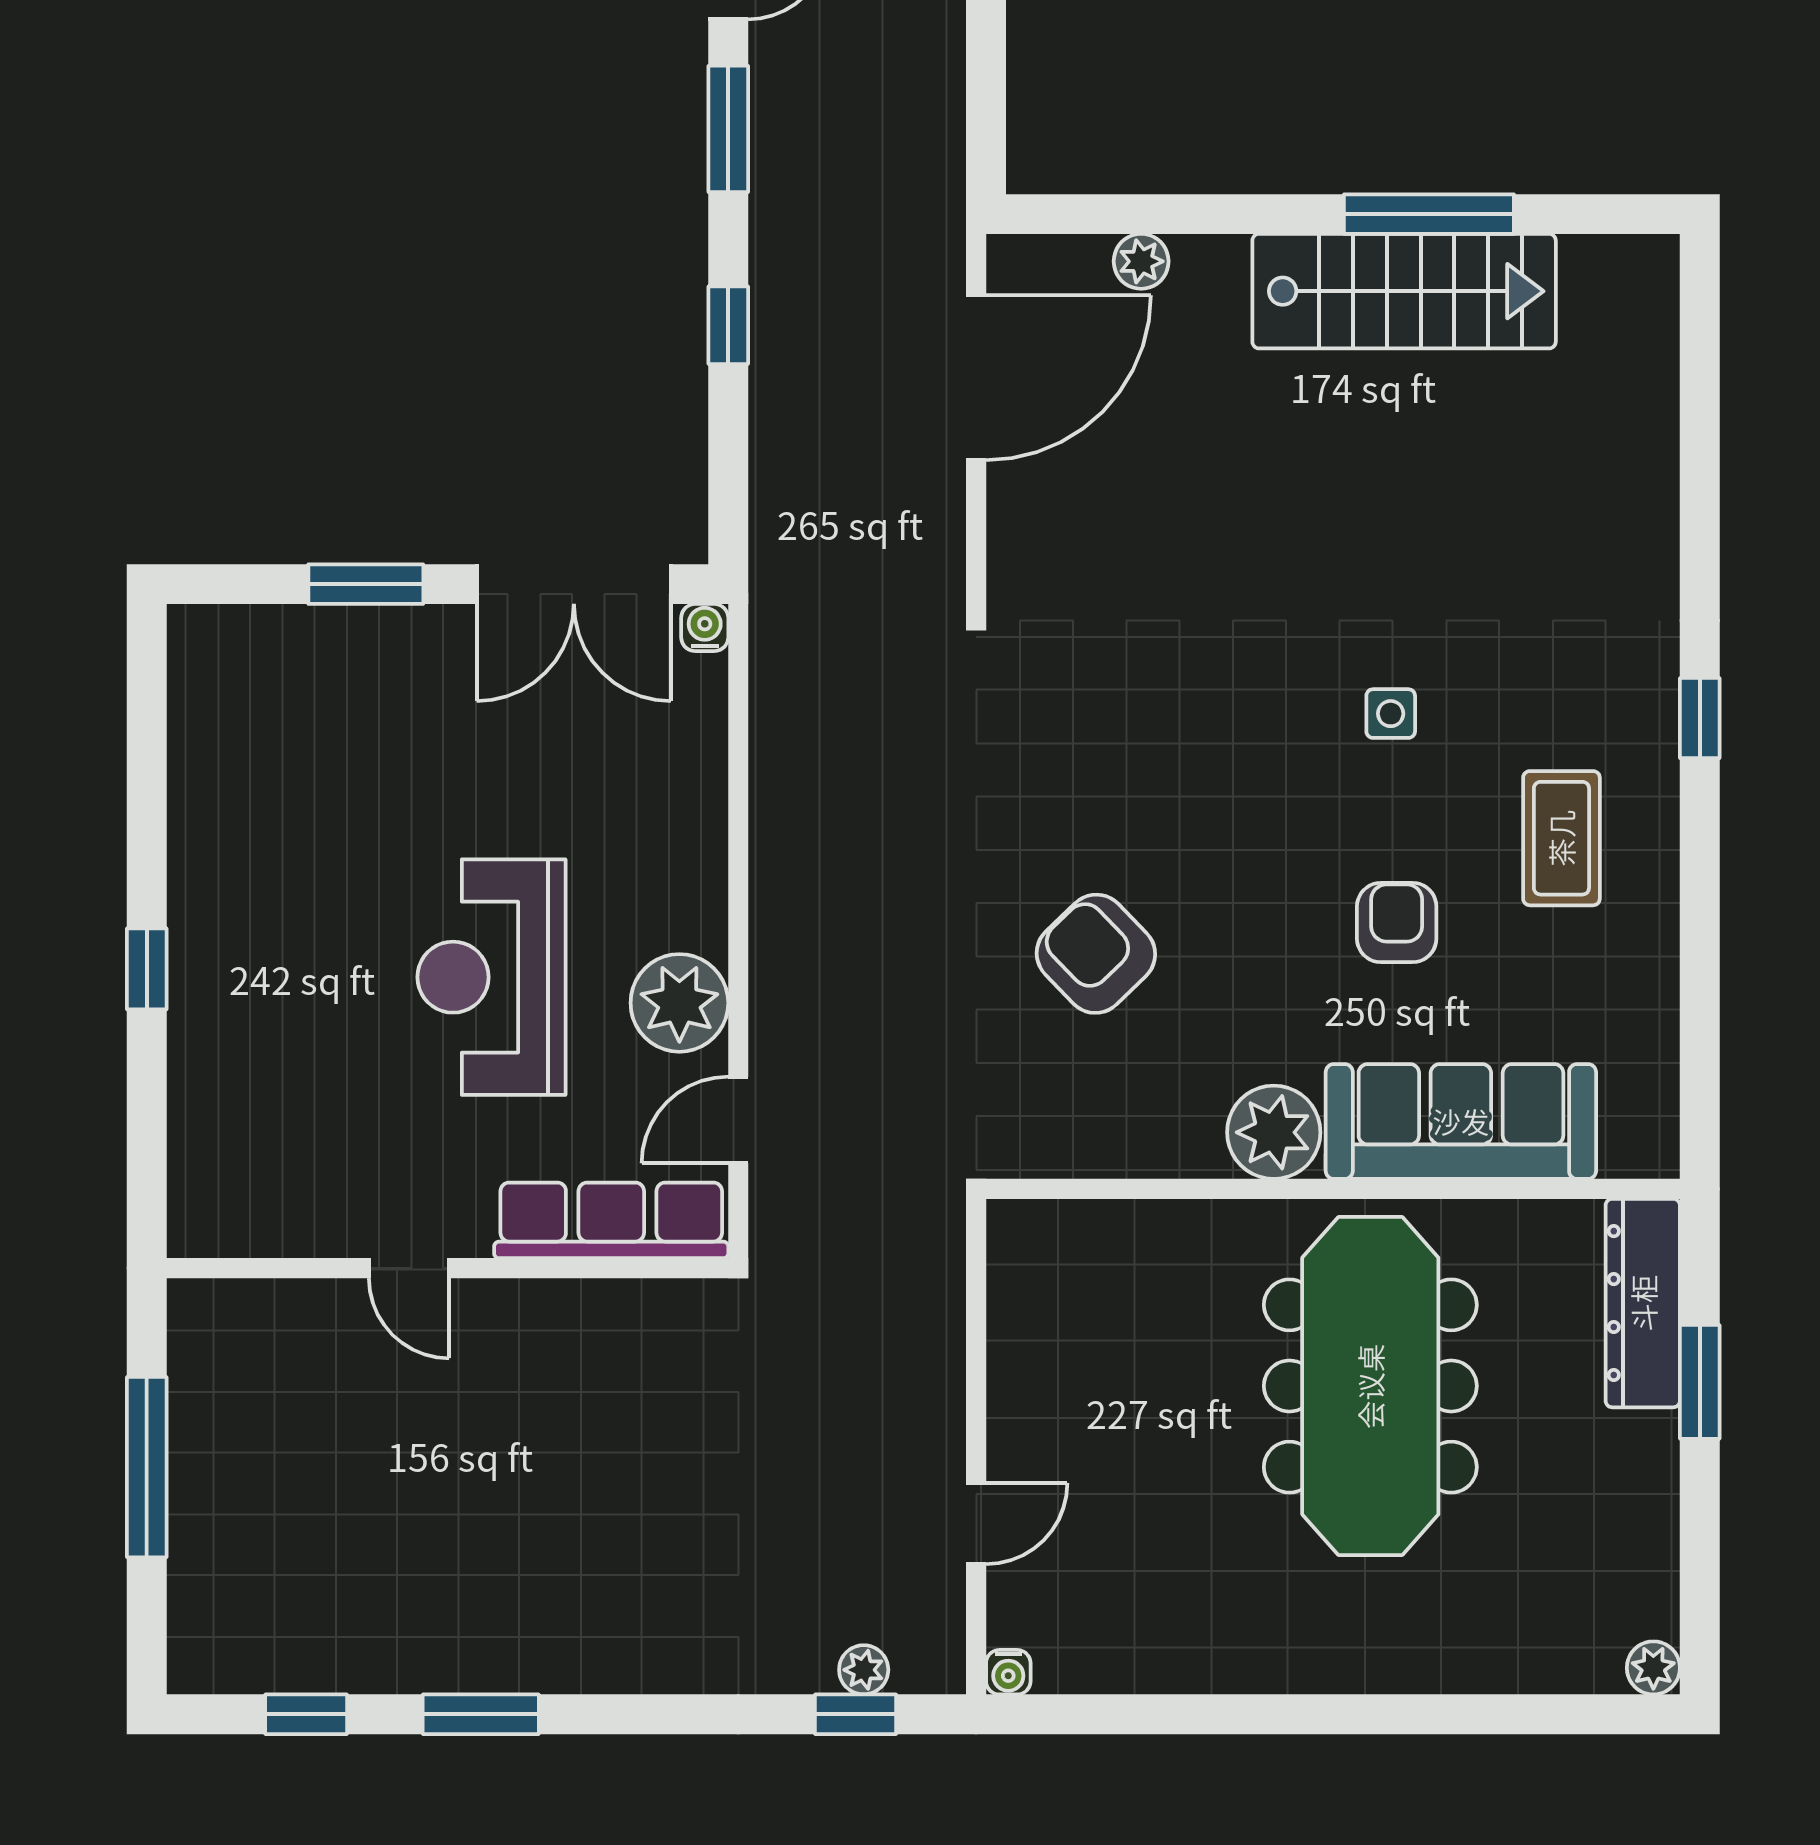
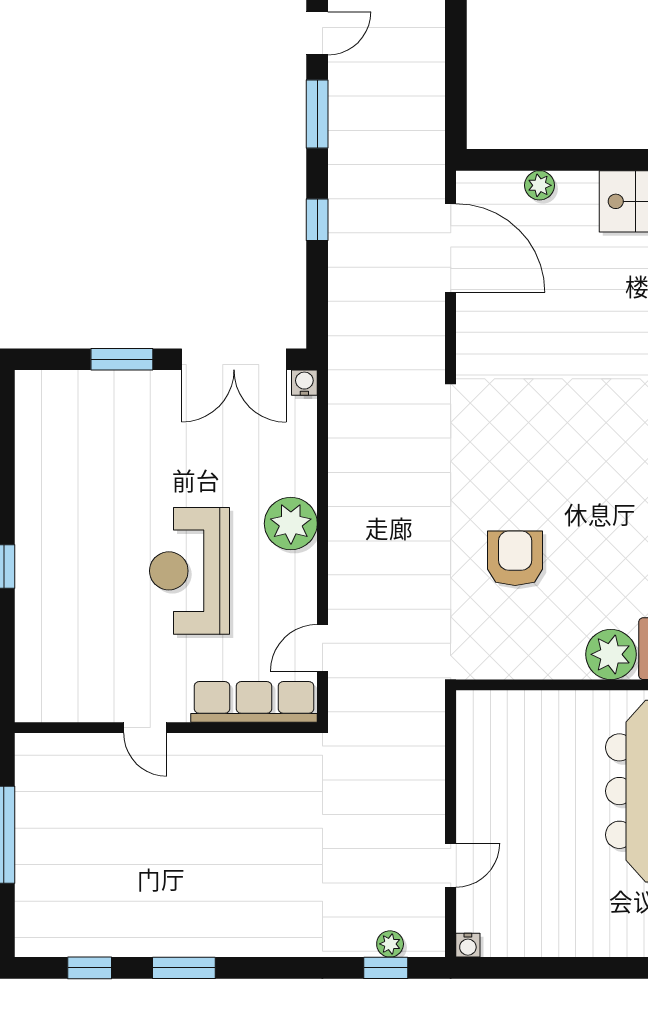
door: (976, 378) -> (451, 248), hinge flipped
armchair: (1096, 954) -> (515, 558), turned 44
plant: (679, 1003) -> (291, 524), moved

